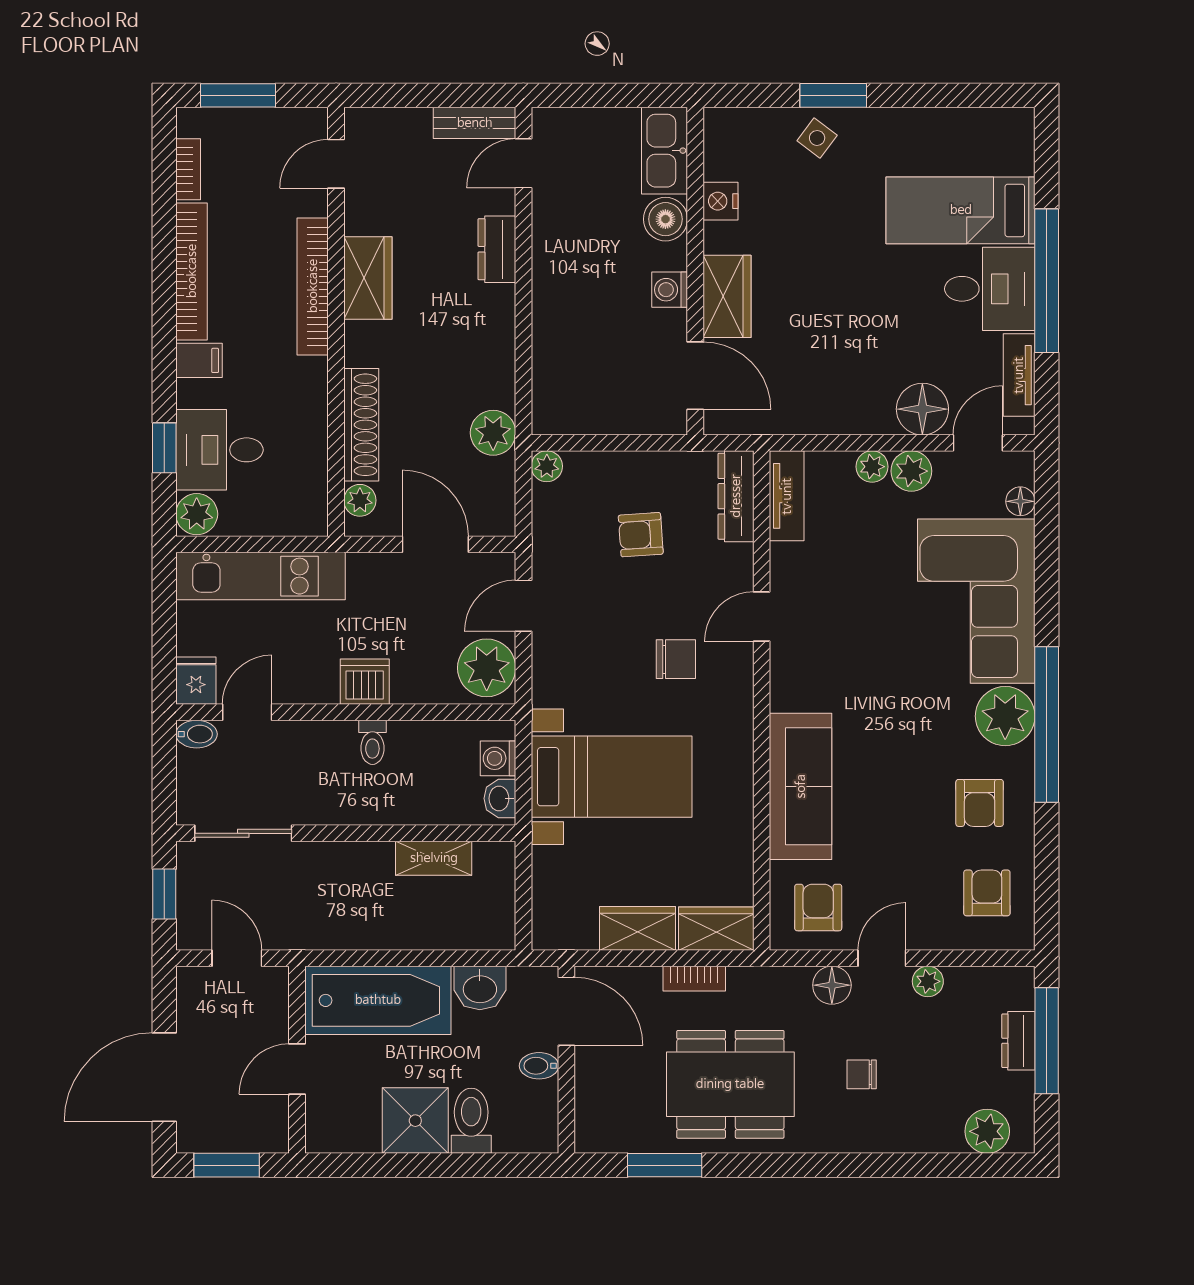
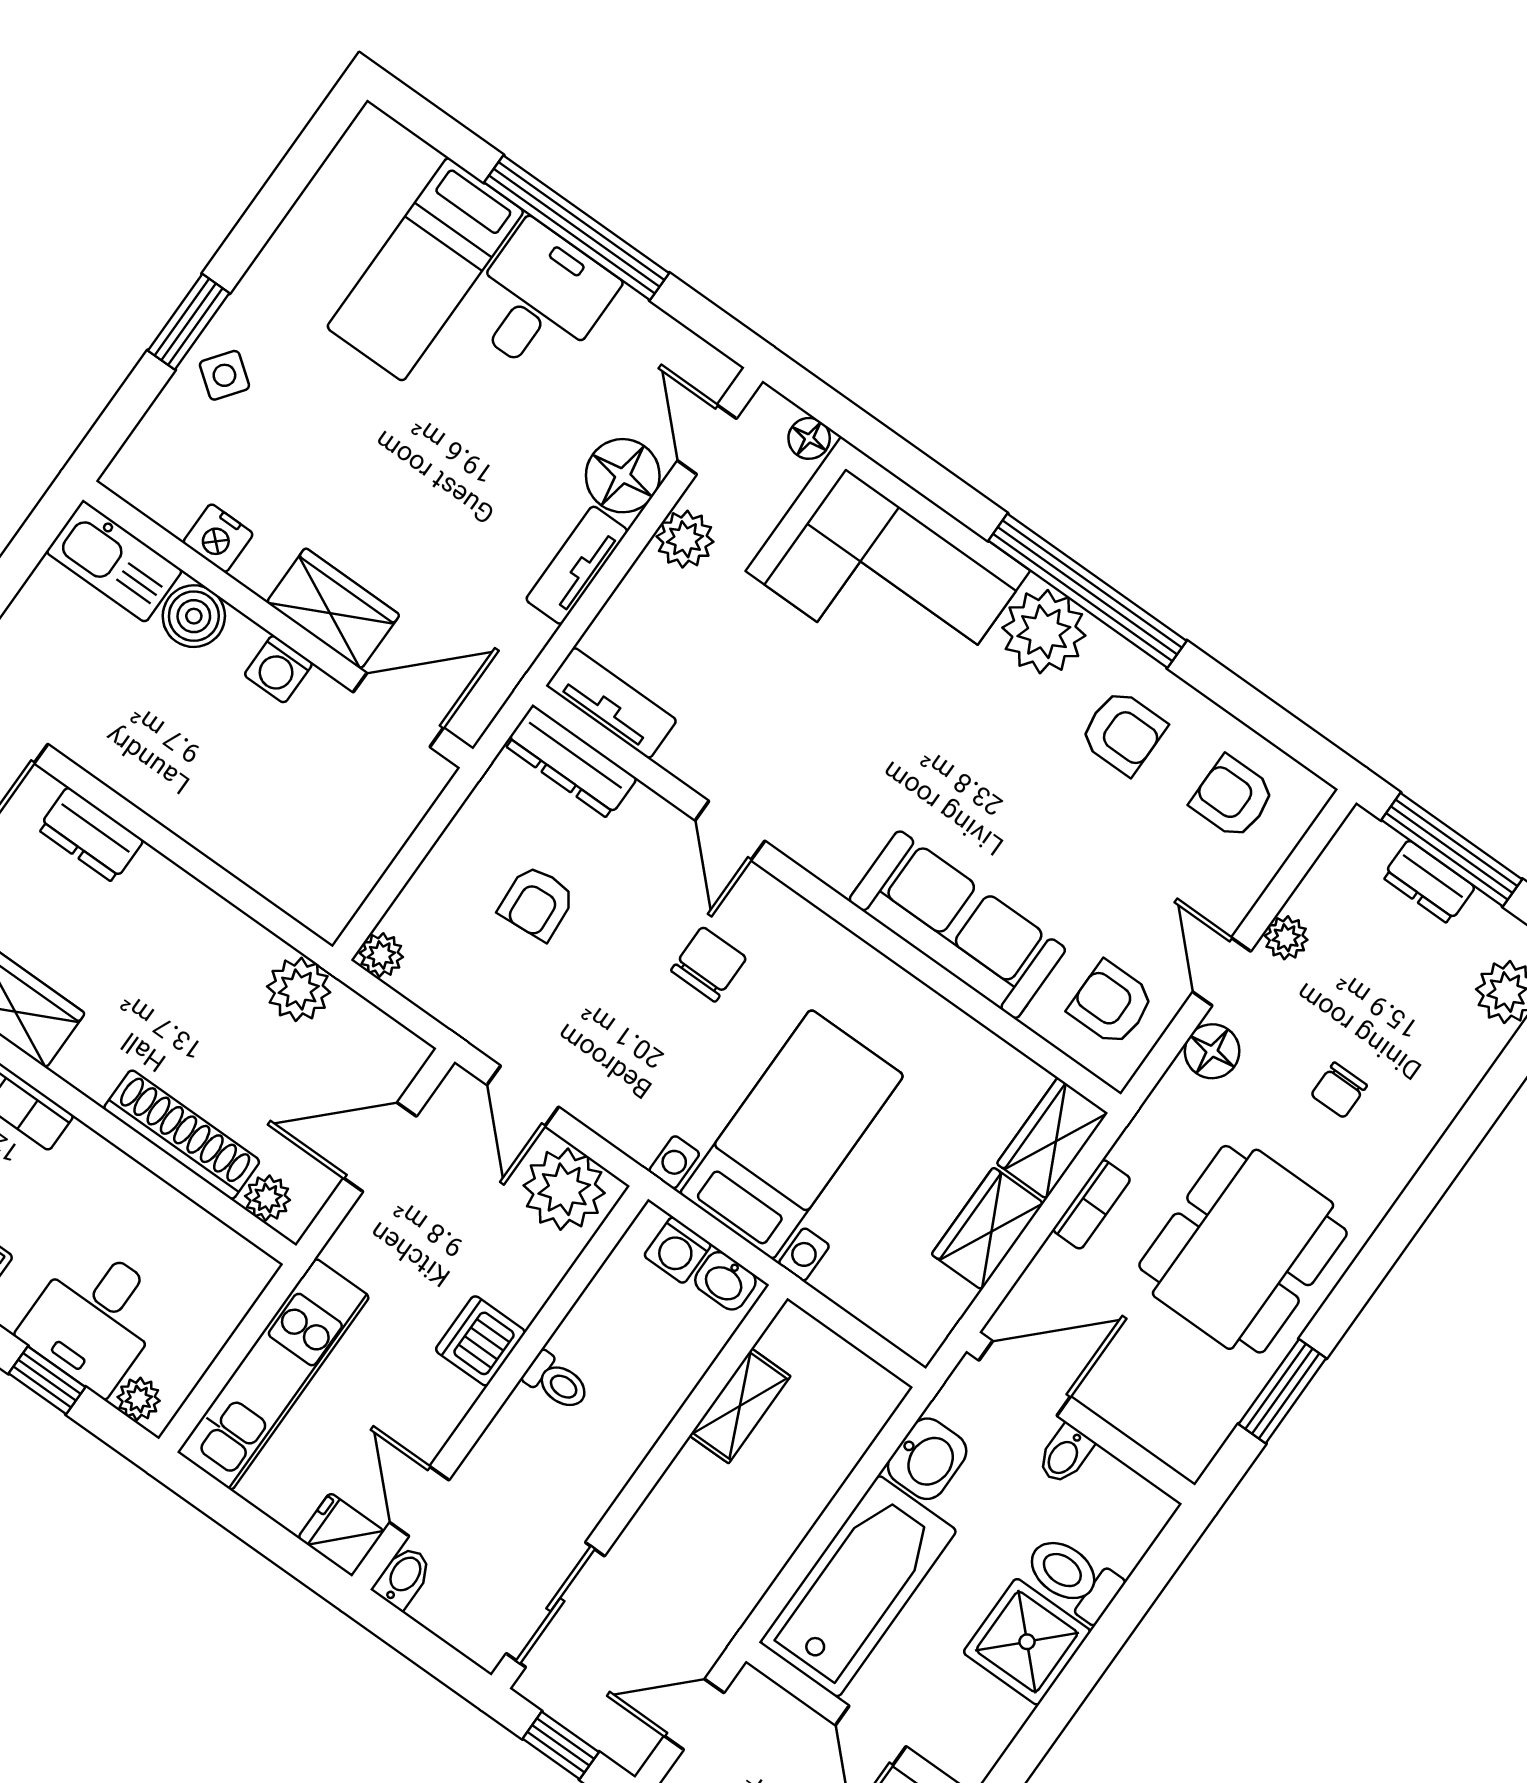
tv unit: (1019, 375) -> (577, 565), moved, turned 90
plant: (872, 467) -> (648, 581), removed
plant: (197, 514) -> (139, 1399), width x0.73, depth x0.73

